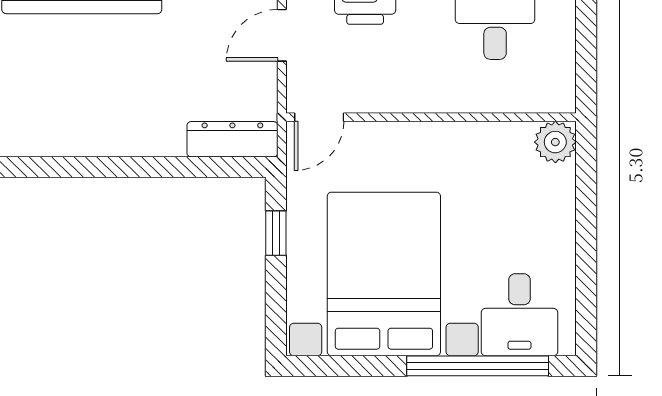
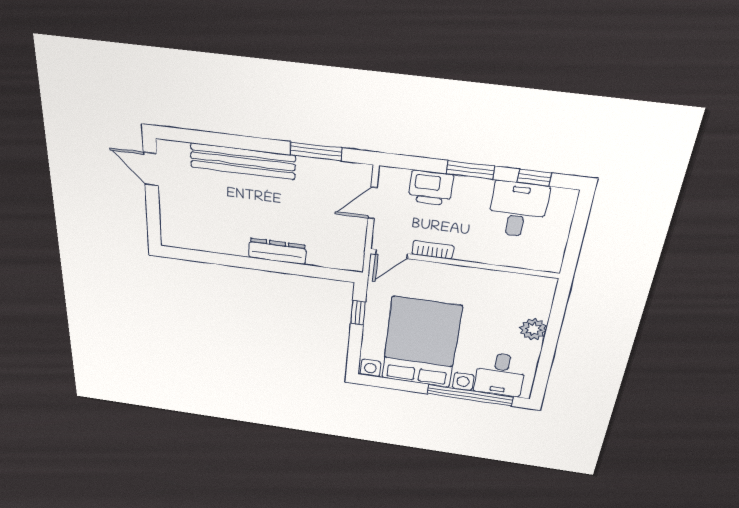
bookcase: (381, 101) -> (433, 250), added
dresser: (232, 139) -> (277, 251), moved
plant: (555, 142) -> (533, 329), moved

